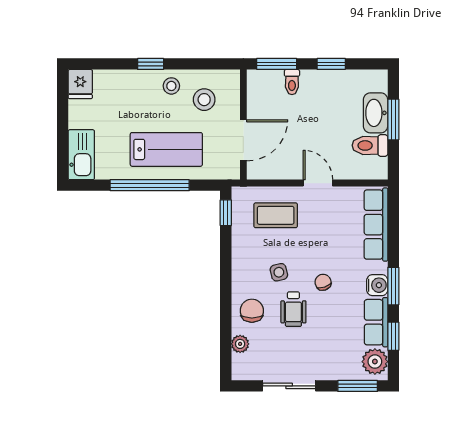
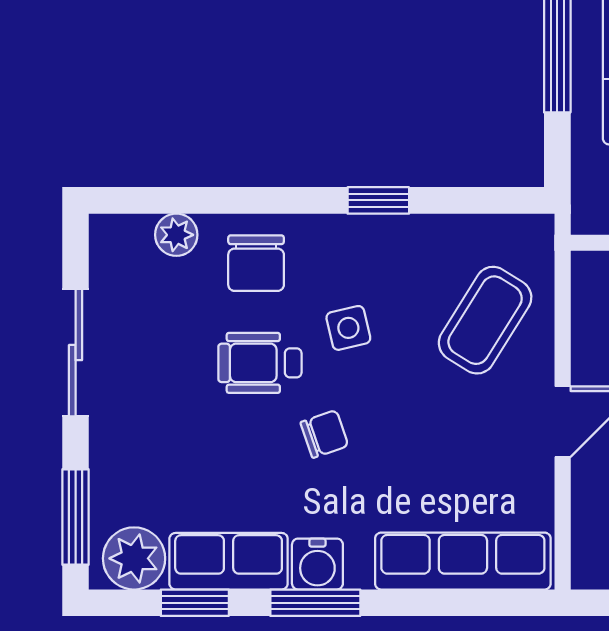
window: (226, 213) -> (378, 200), moved
coffee table: (276, 215) -> (485, 320), turned 32
chair: (252, 311) -> (256, 263), turned 90

